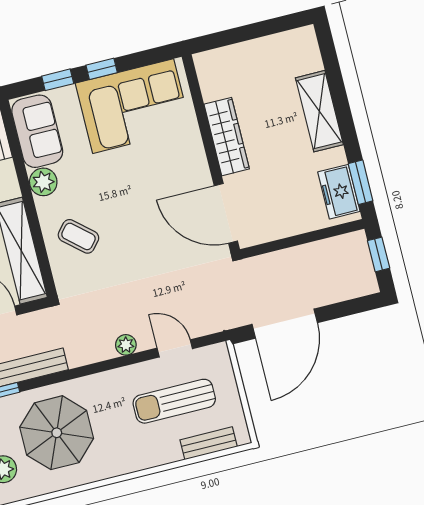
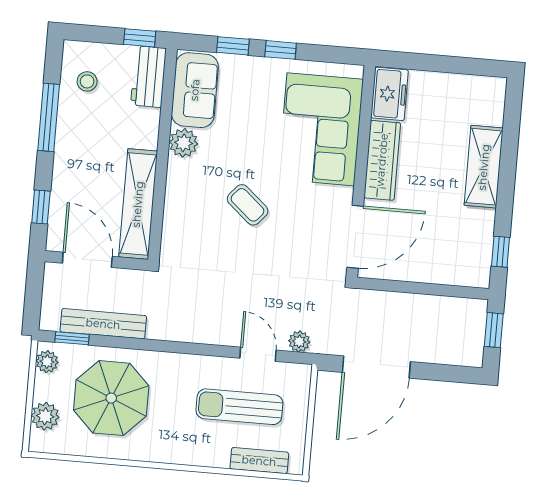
corner sofa: (133, 106) -> (321, 129), moved, turned 90
window: (361, 182) -> (500, 252), width x0.67
freezer: (339, 192) -> (390, 94), moved, turned 180
door: (226, 213) -> (355, 237), swing flipped
coffee table: (78, 236) -> (248, 205), moved
plant: (126, 345) -> (299, 342), moved

